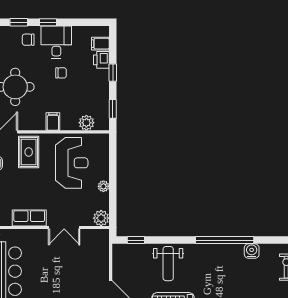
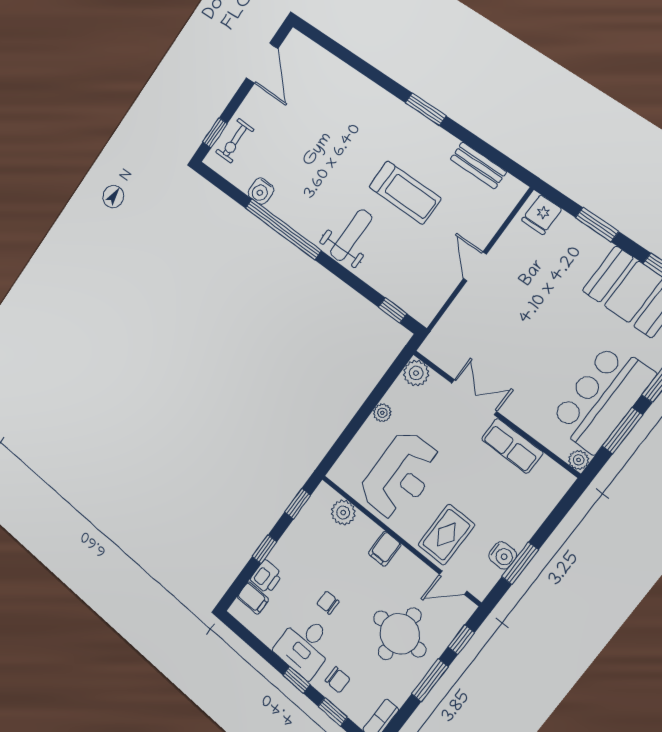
reception desk: (72, 163) -> (400, 476), turned 180
weight bench: (168, 264) -> (351, 235), moved

